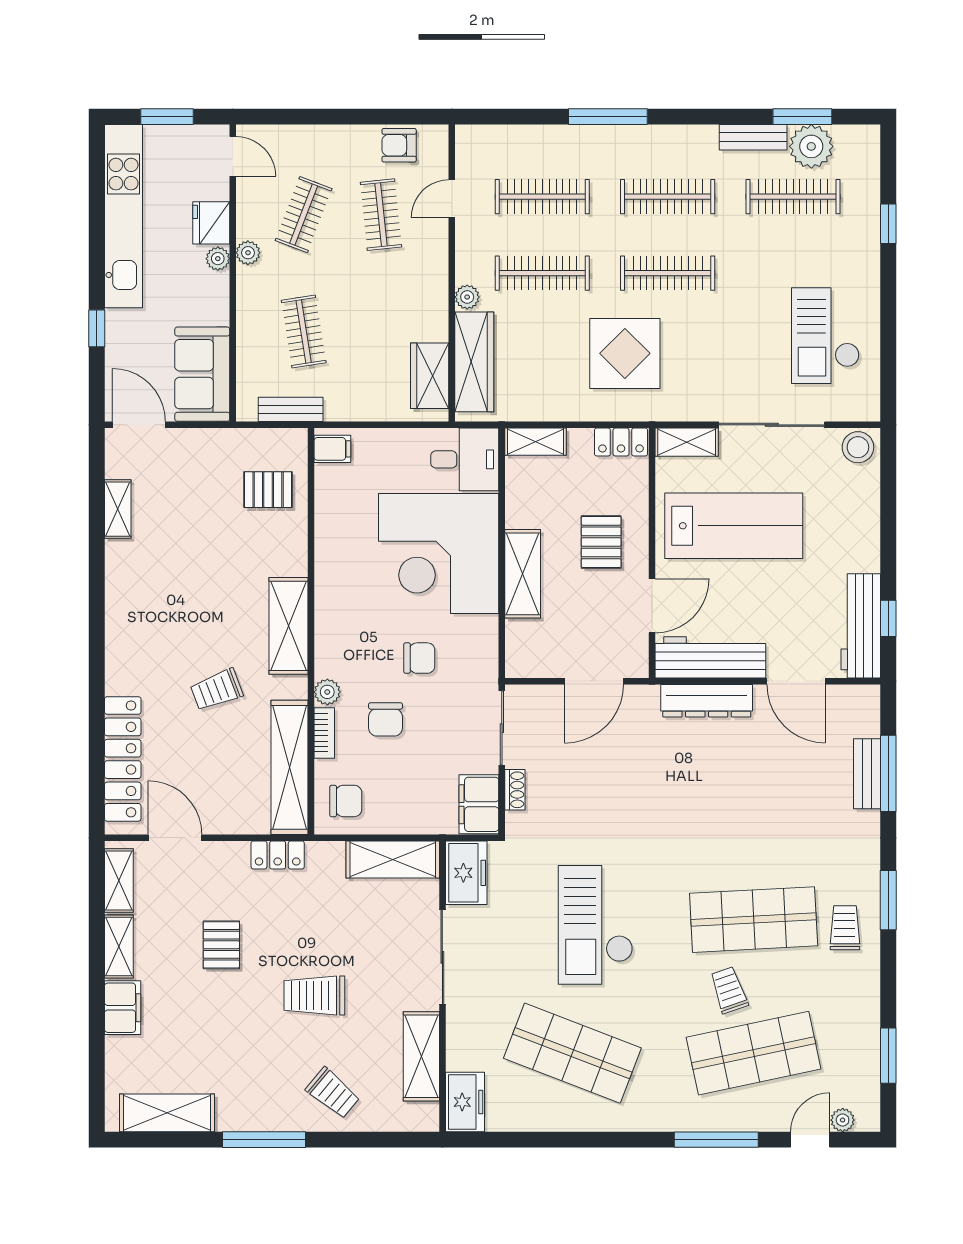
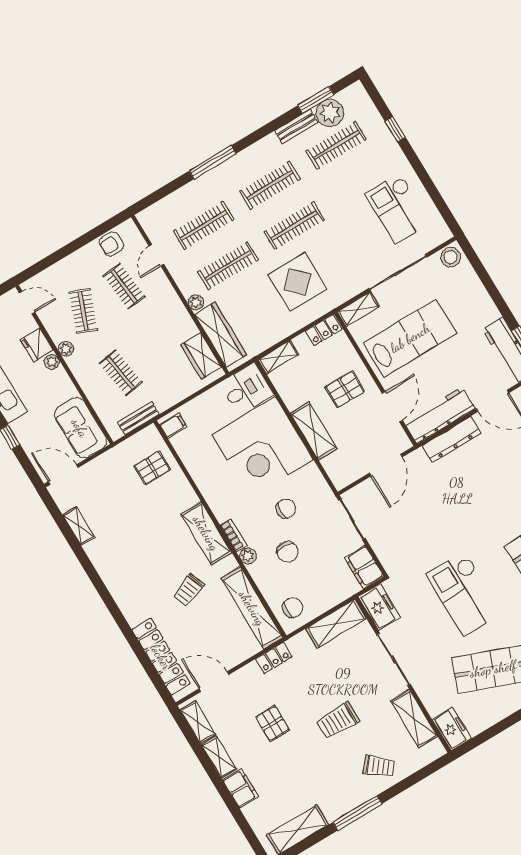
pallet: (601, 542) -> (345, 389), turned 90
bookcase: (324, 733) -> (233, 535), moved
shoe rack: (515, 790) -> (378, 548), removed

